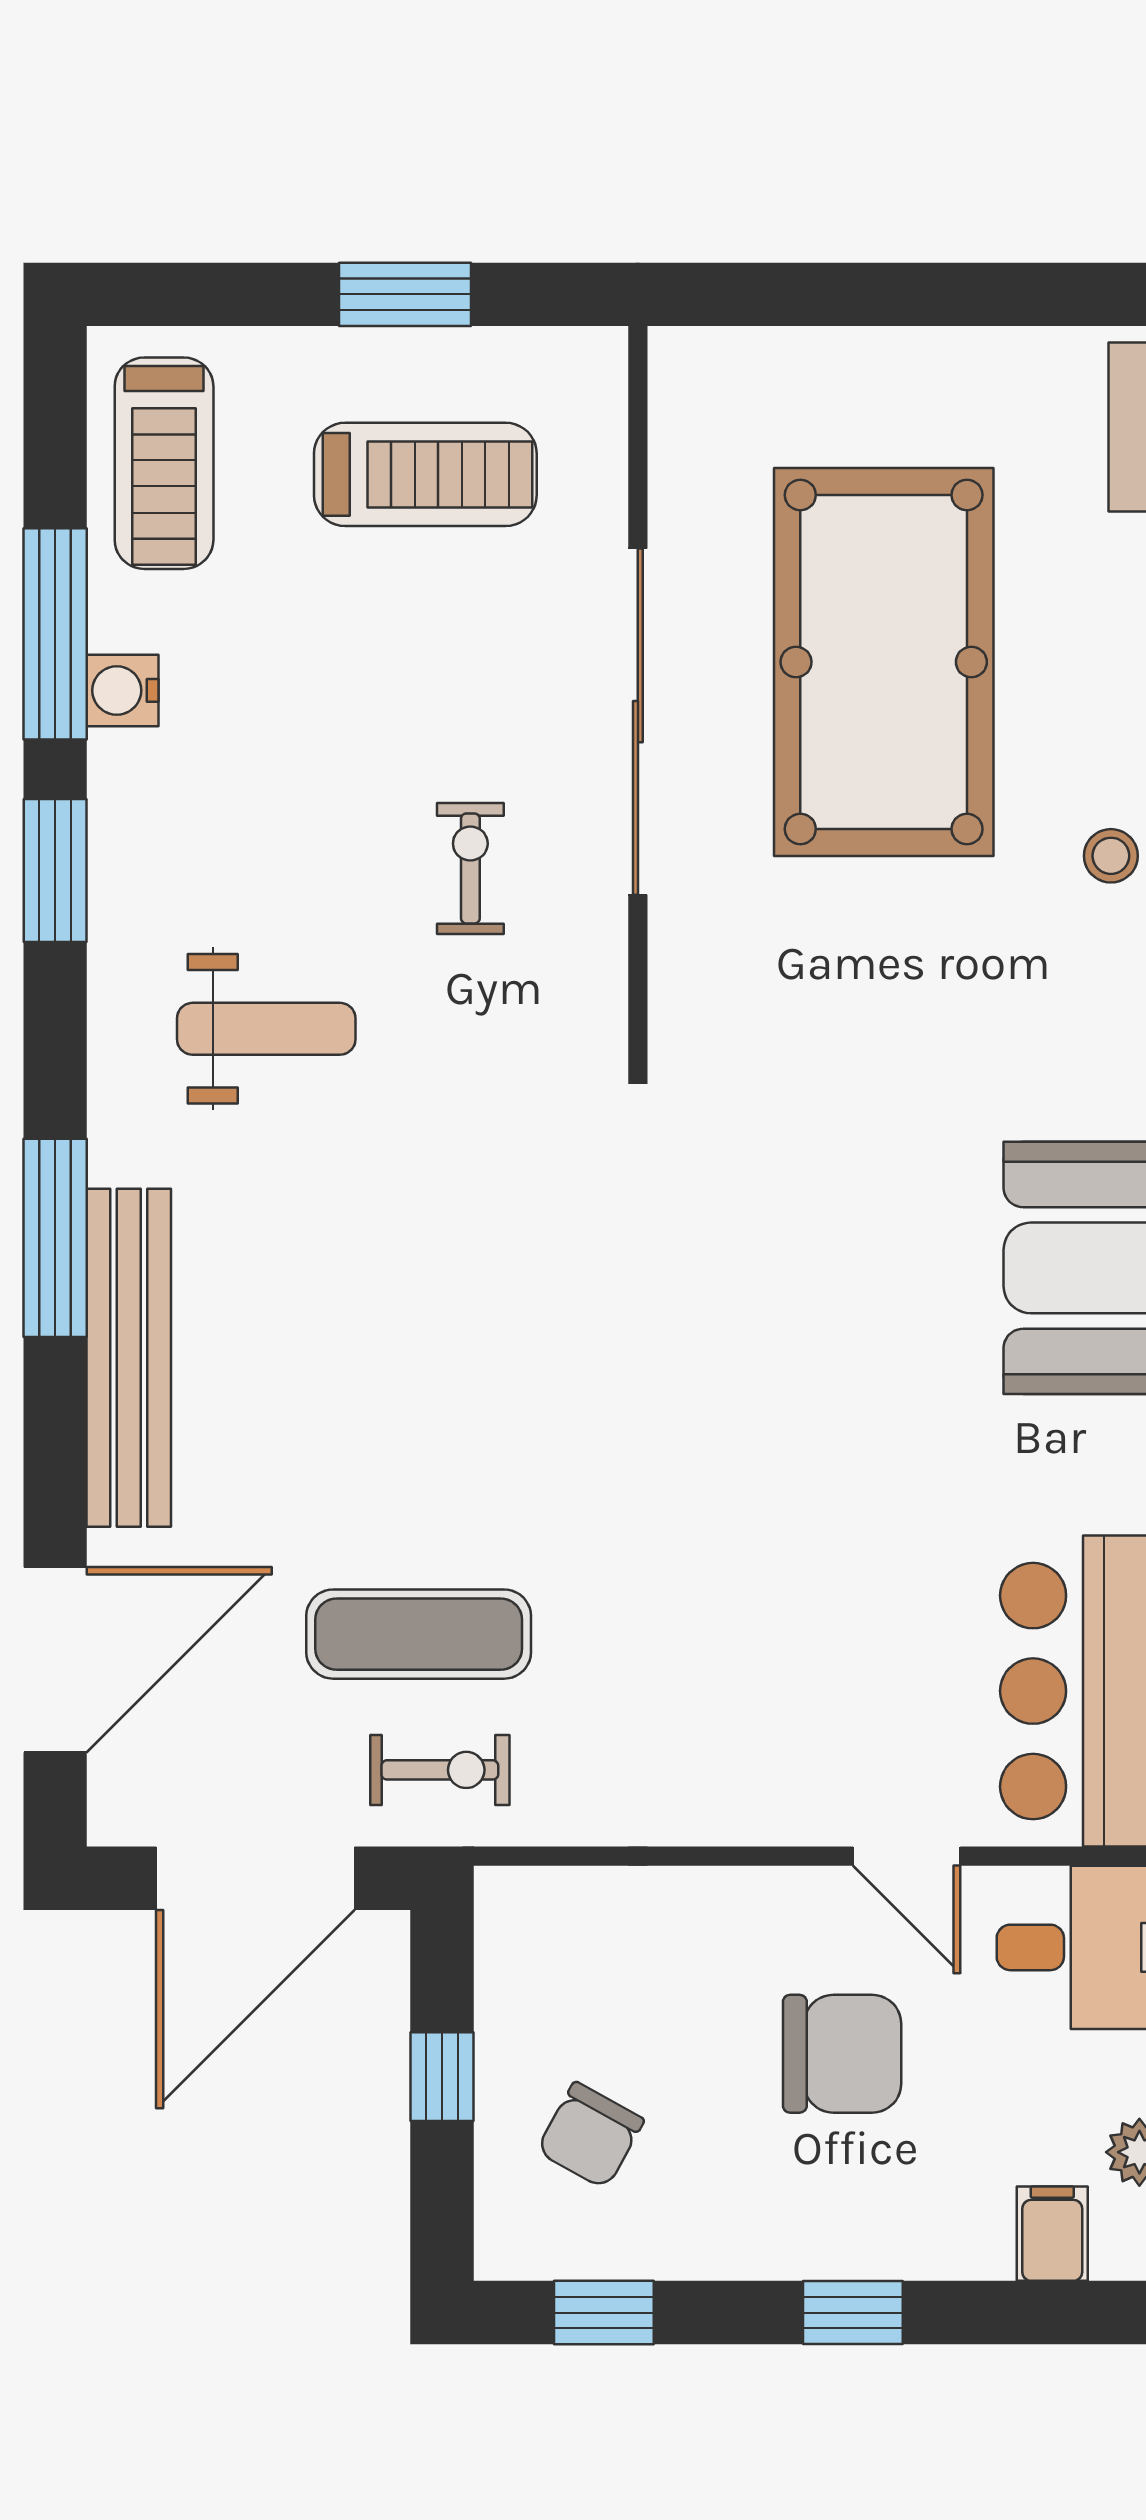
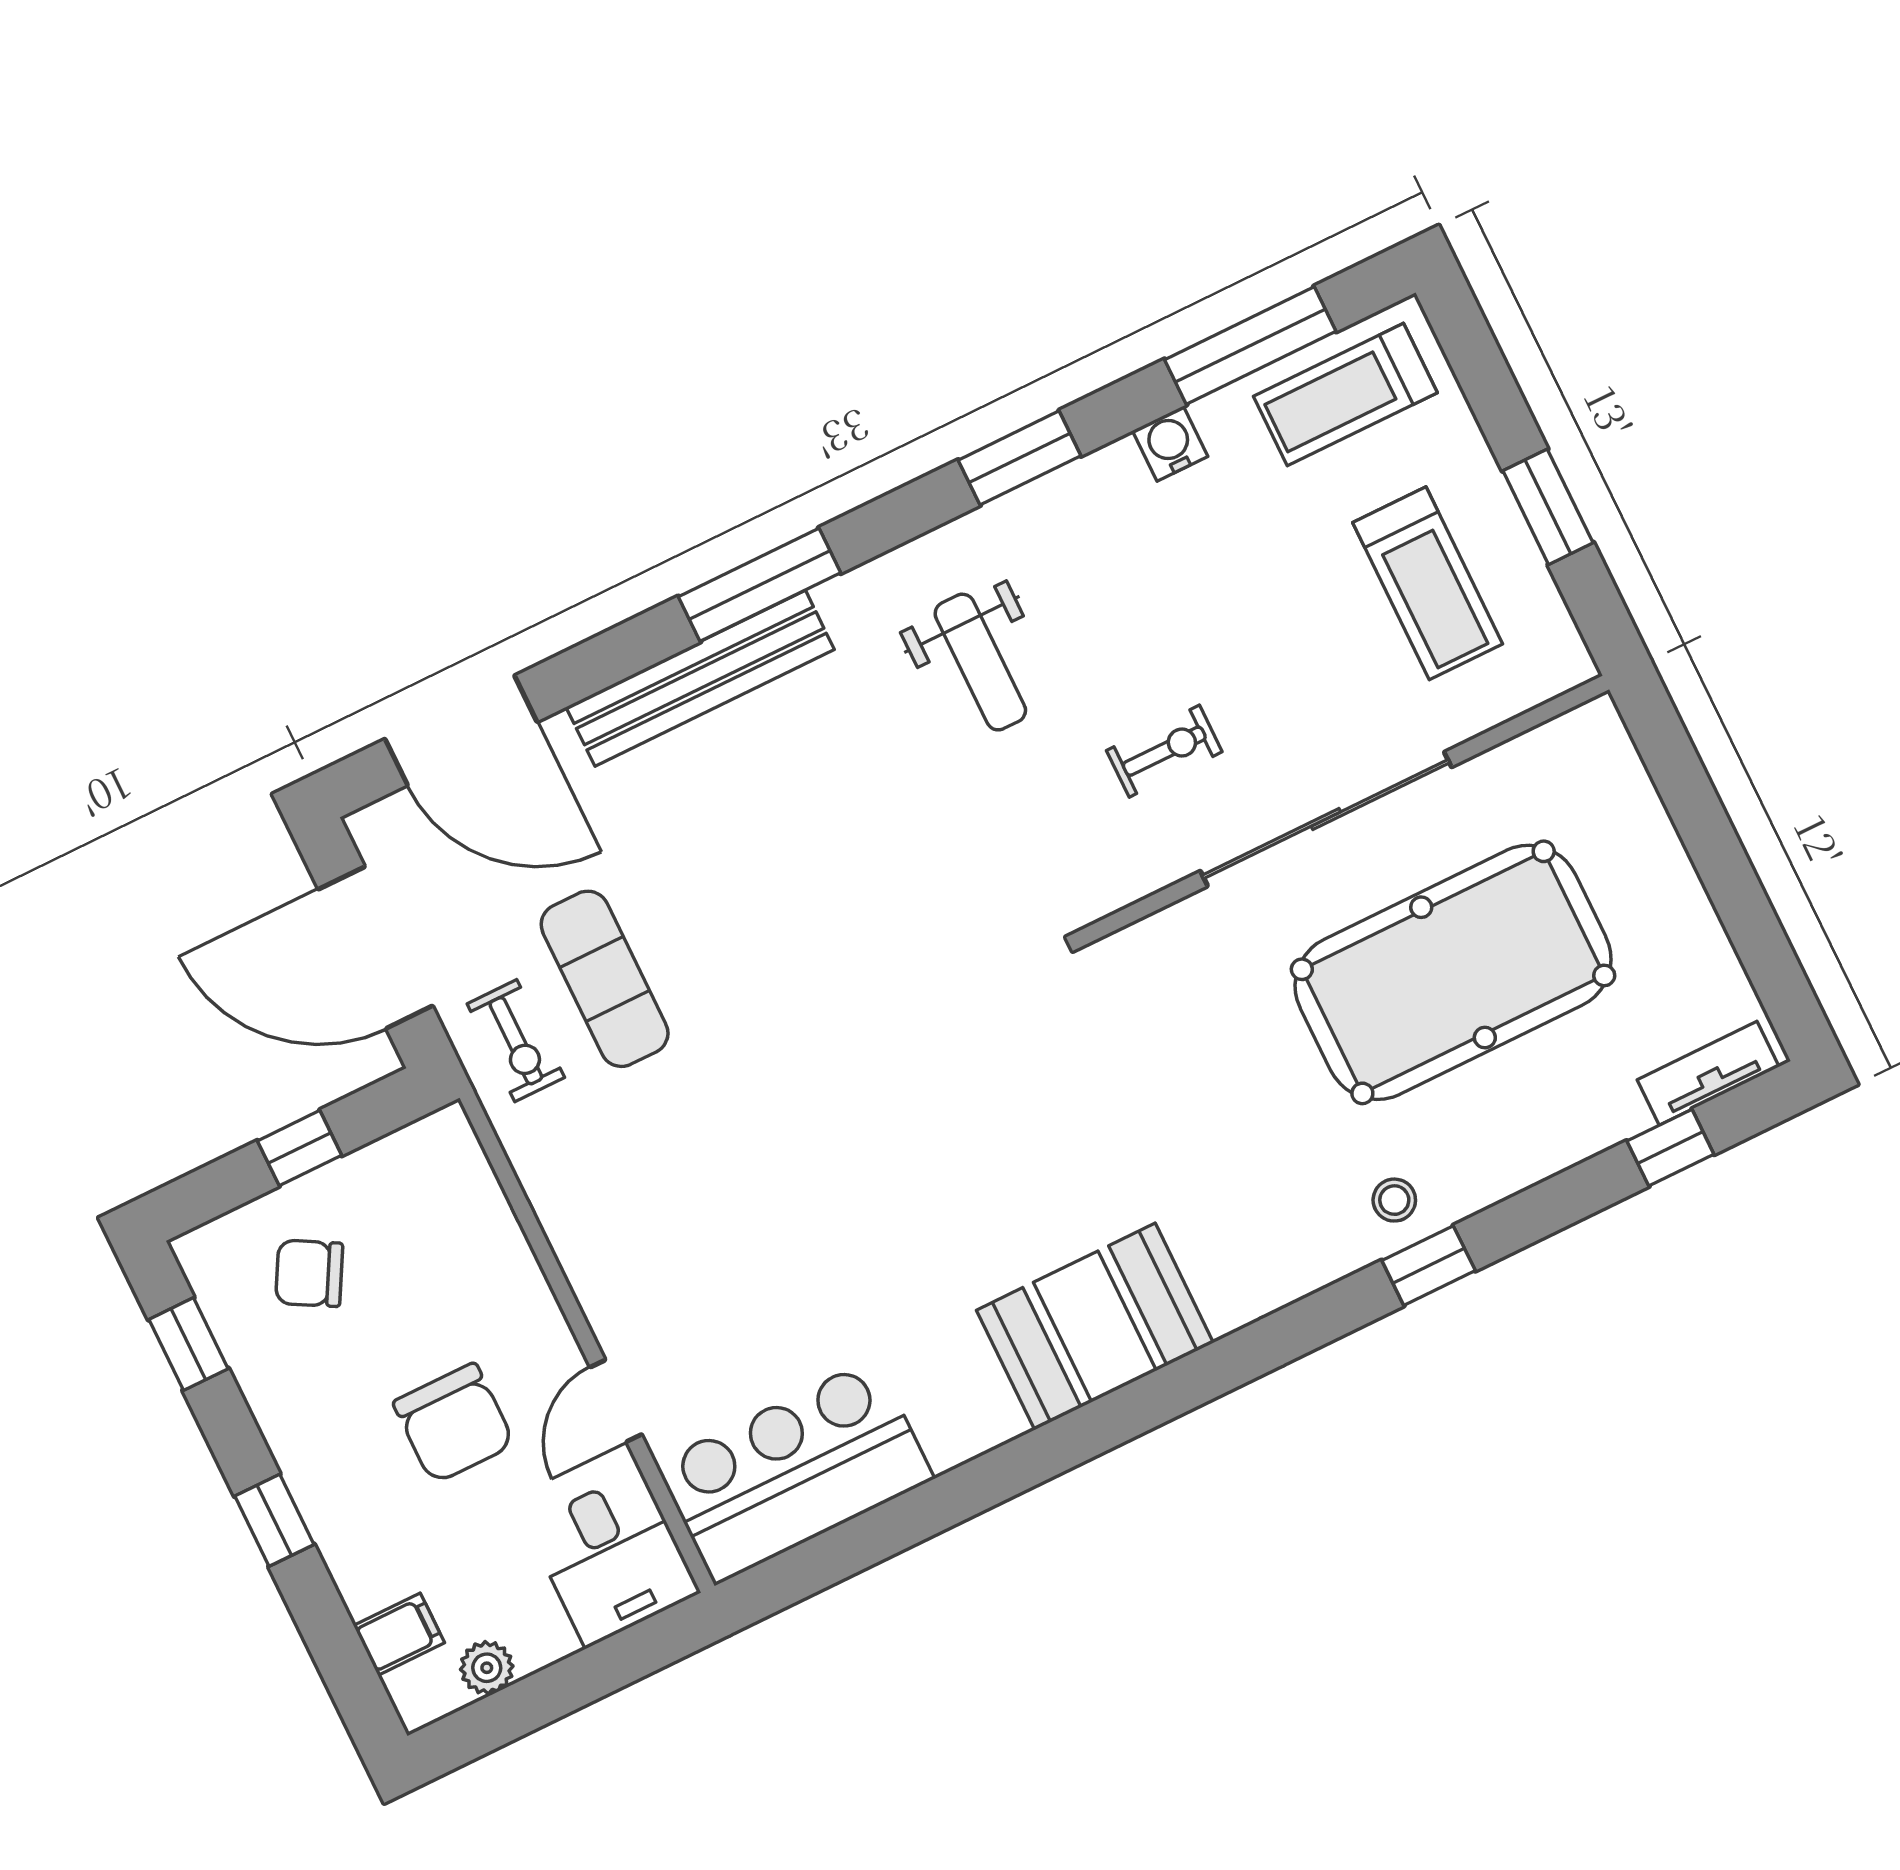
window: (55, 634) -> (1250, 345), moved

